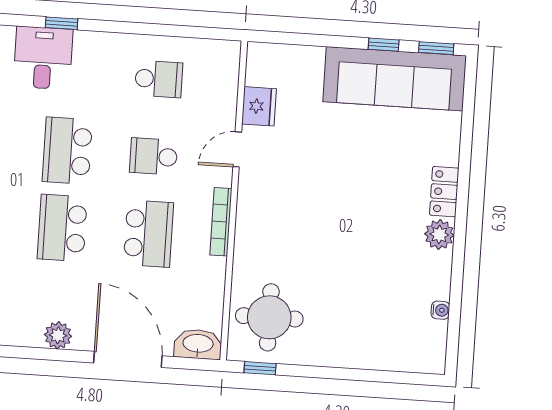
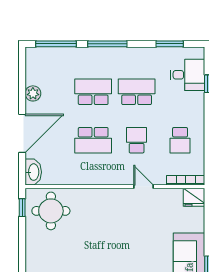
fridge: (259, 106) -> (194, 197), moved
bookcase: (221, 222) -> (186, 180), moved

